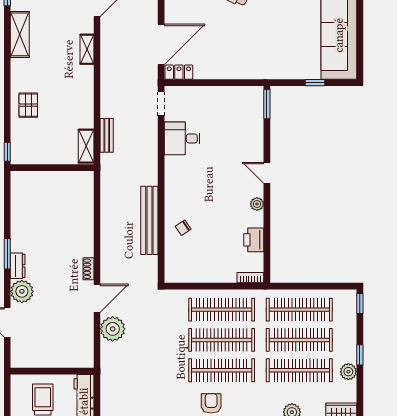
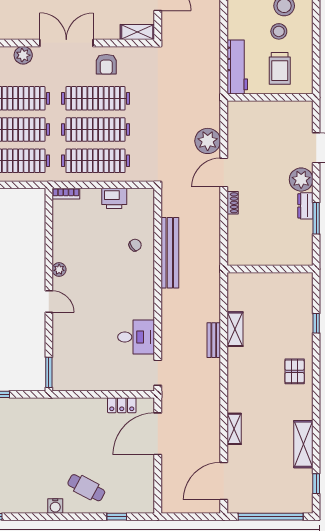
locker: (179, 72) -> (122, 405), moved
wall: (52, 168) -> (270, 269), moved
printer: (254, 240) -> (114, 198), moved, turned 90

